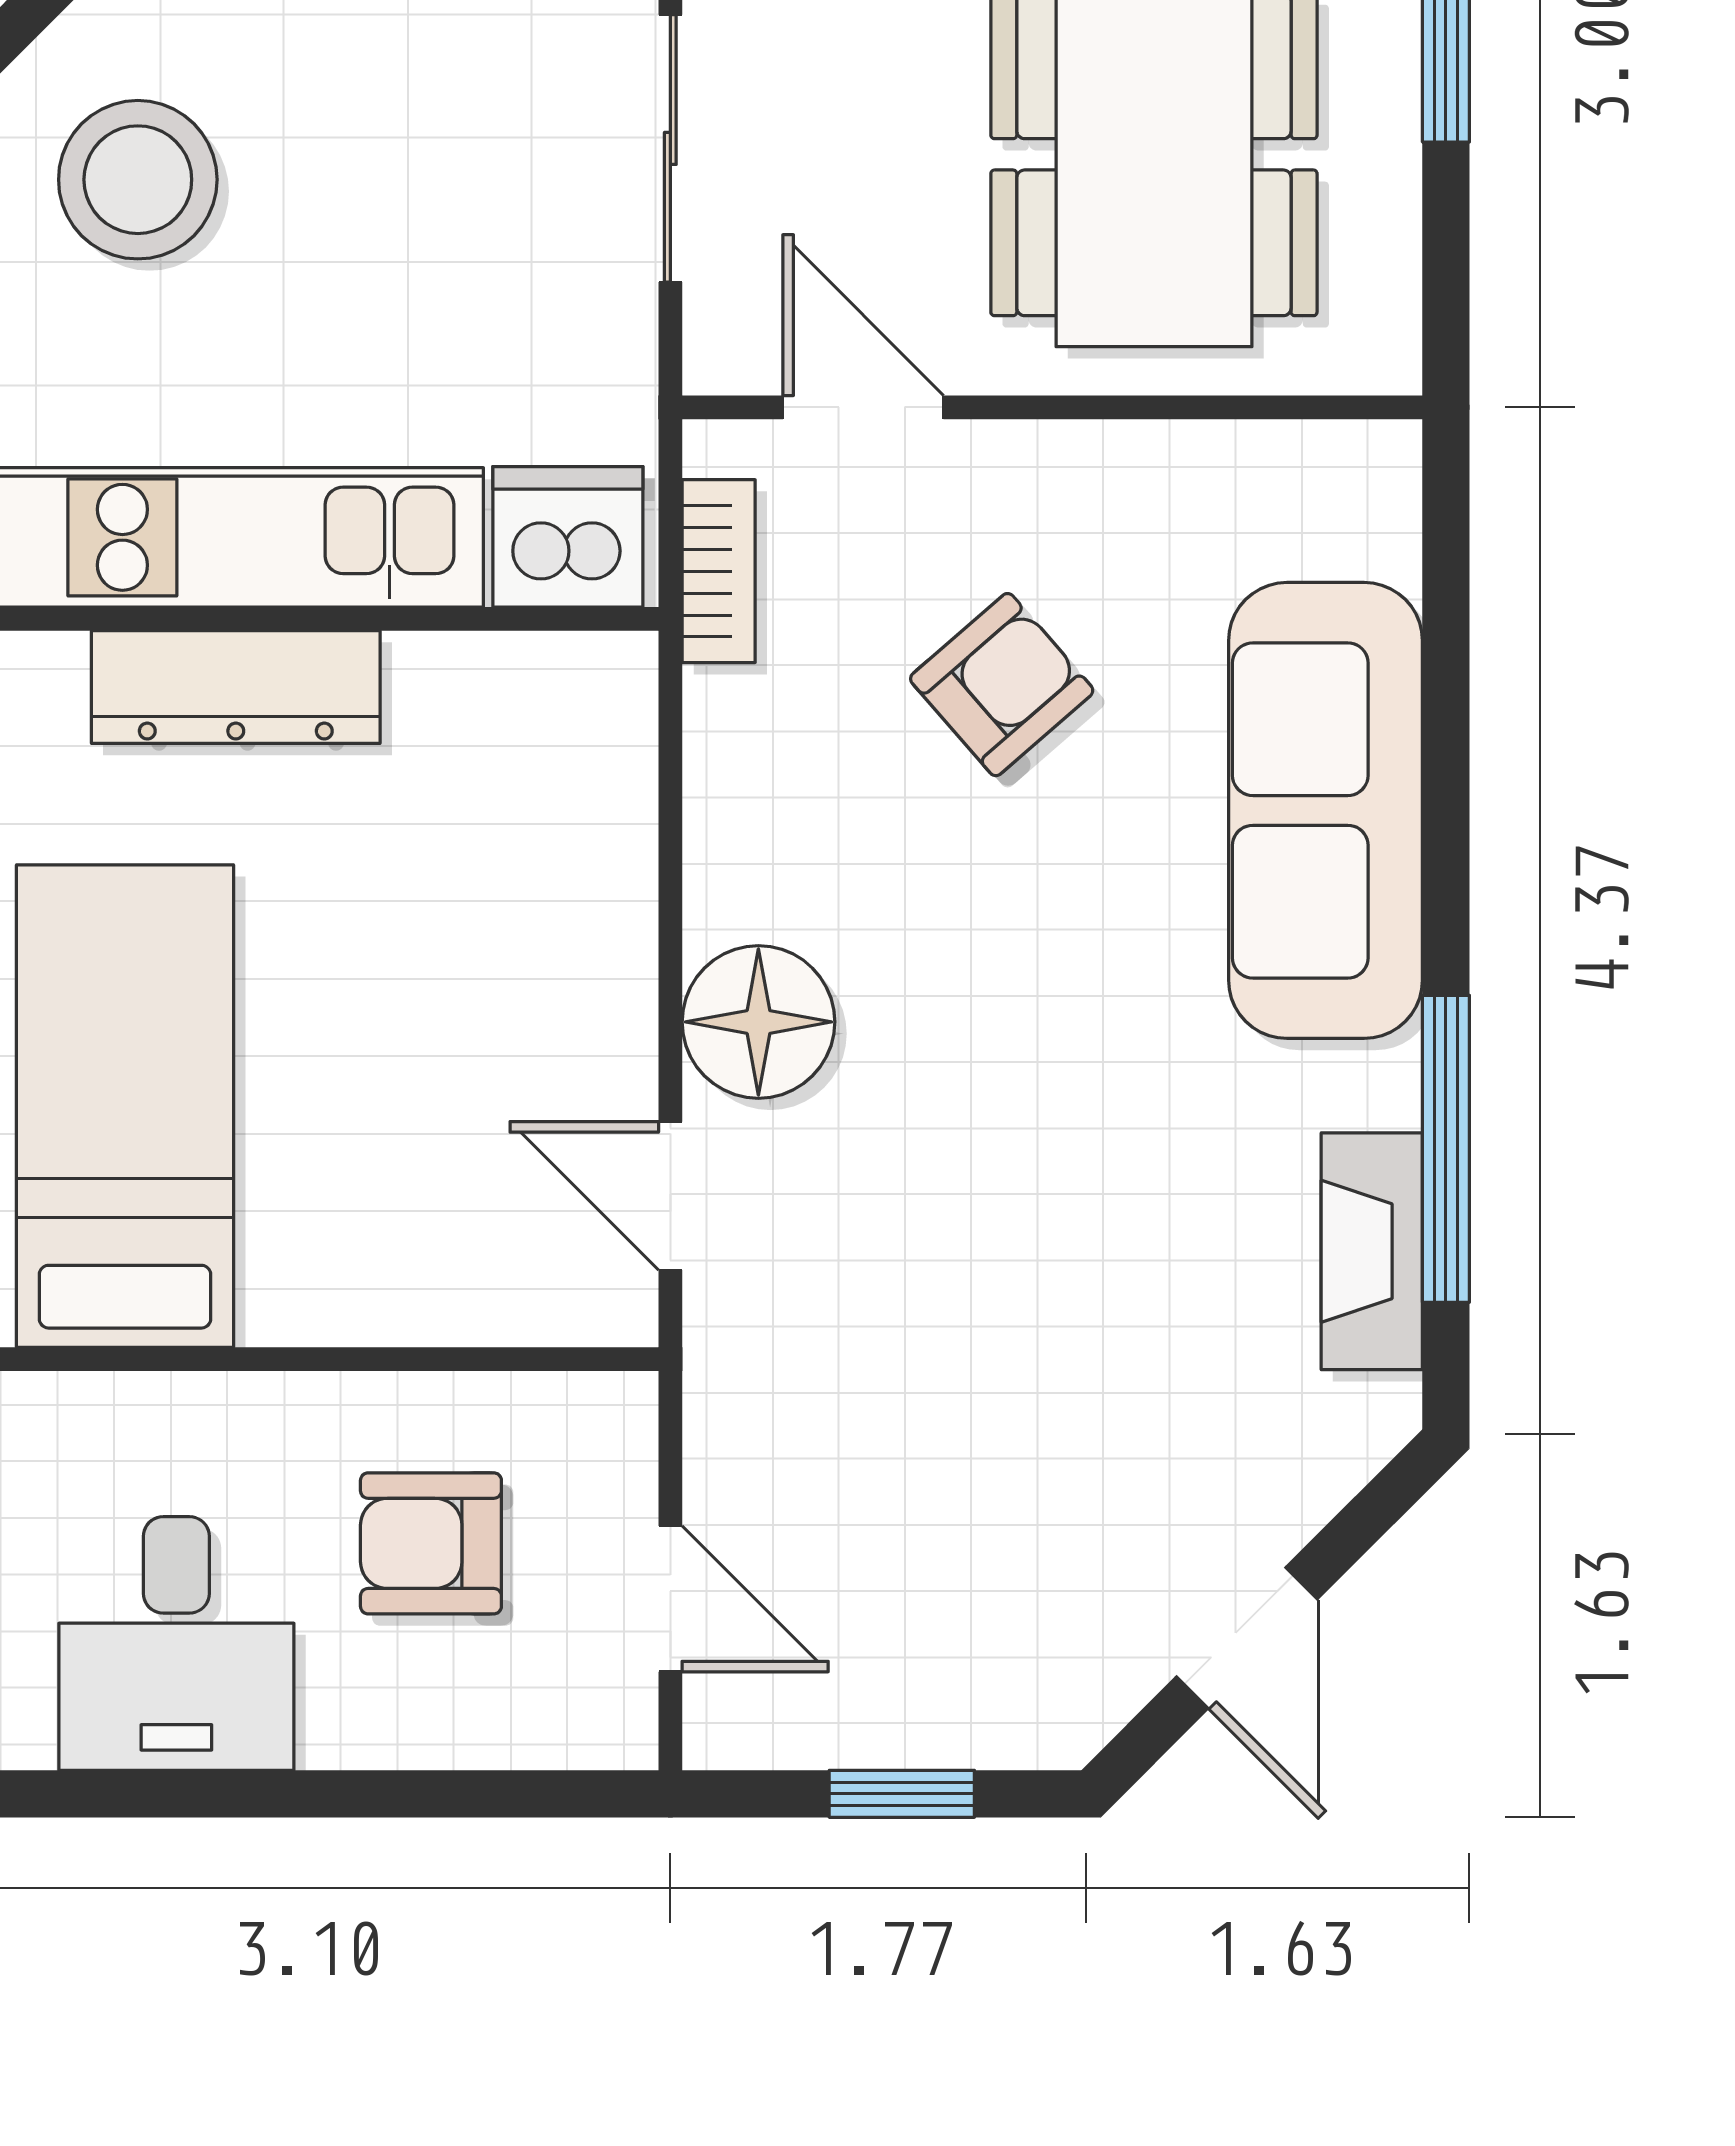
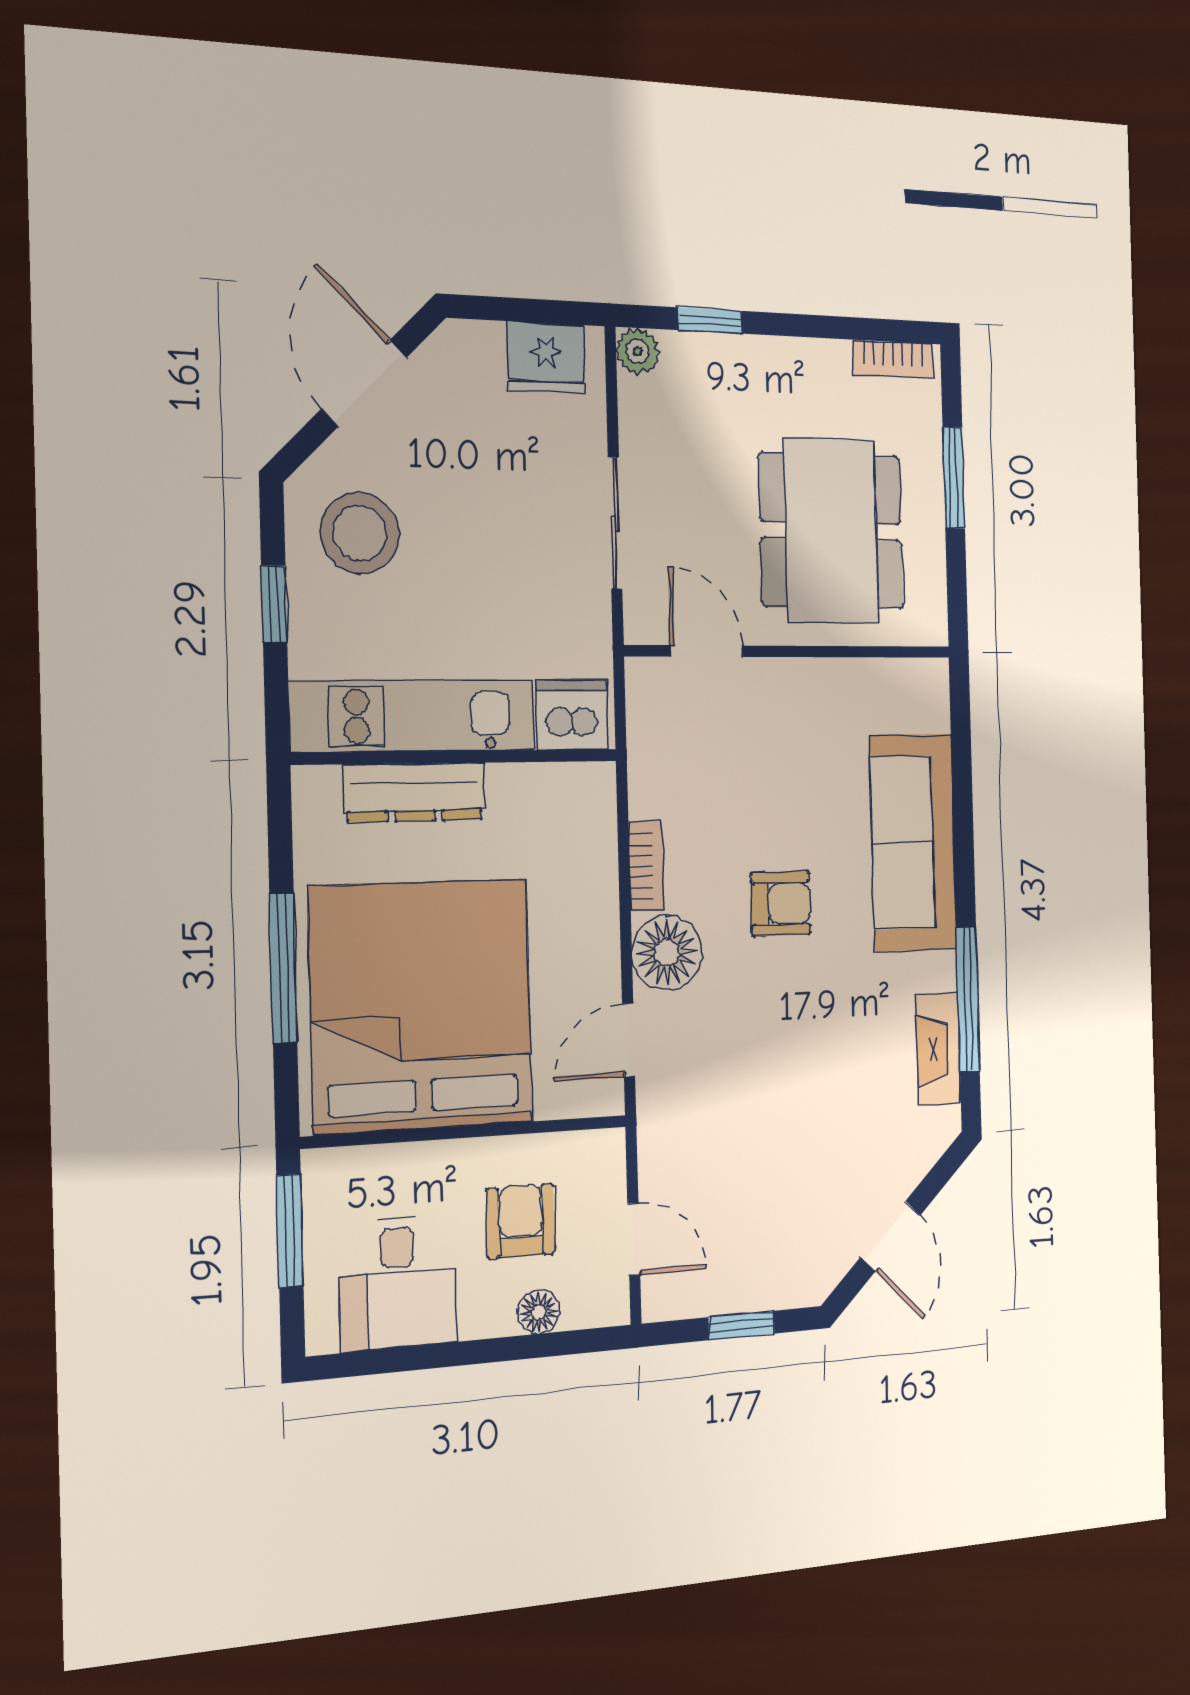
bookcase: (719, 571) -> (646, 866), moved
armchair: (1002, 685) -> (781, 904), moved, turned 41
bed: (125, 1106) -> (421, 1006), width x2.04
door: (670, 1196) -> (629, 1040), hinge flipped
armchair: (431, 1543) -> (521, 1221), turned 90
floor lamp: (464, 1727) -> (539, 1312), added

